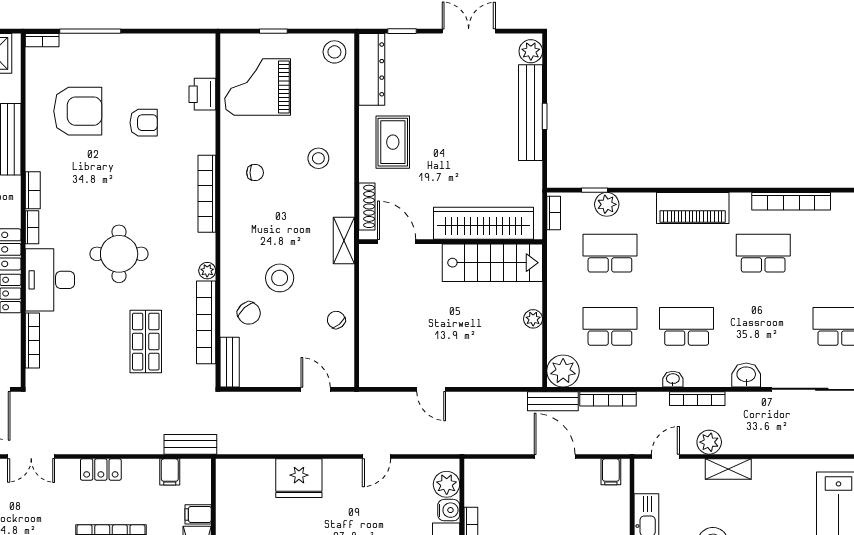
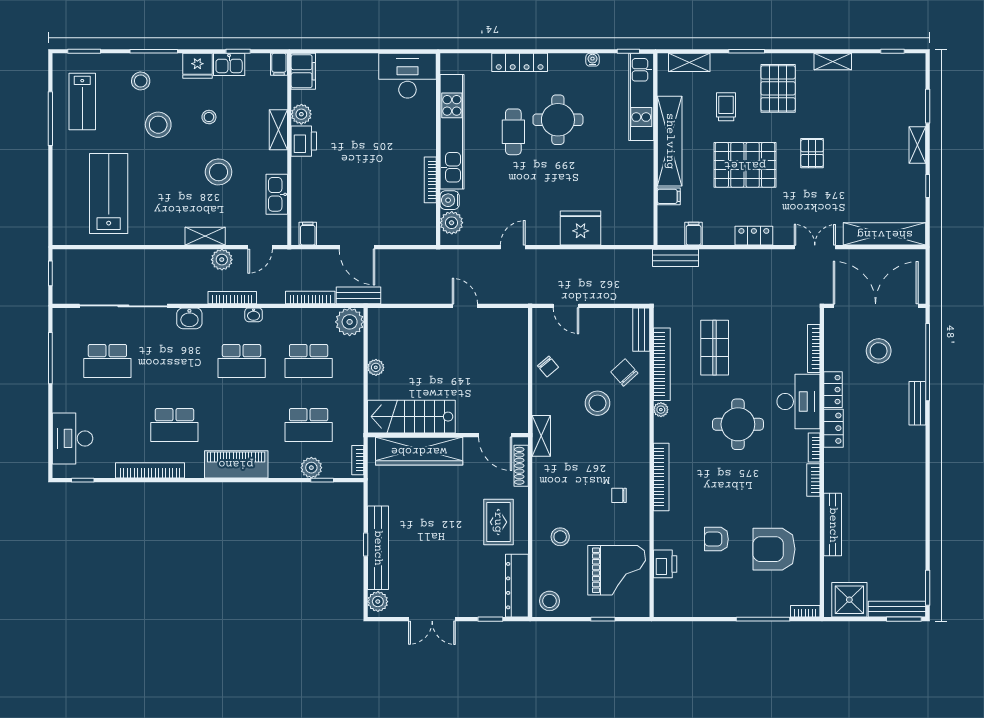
stool: (318, 158) -> (560, 537), moved

